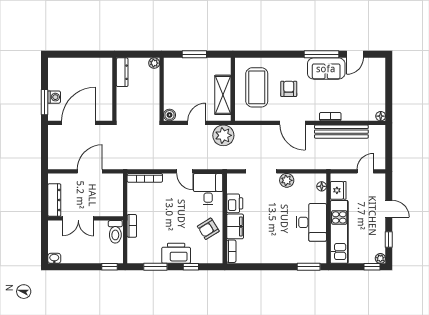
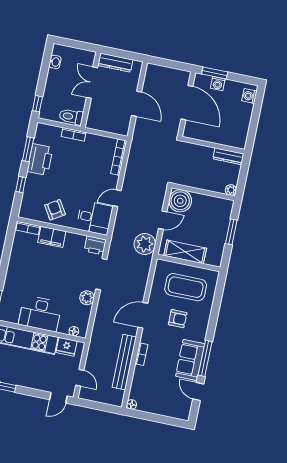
washing machine: (60, 64) -> (249, 96), added
boiler: (169, 115) -> (180, 201), width x1.86, depth x1.86
door: (197, 123) -> (163, 220), hinge flipped
printer: (235, 203) -> (95, 245), moved
door: (389, 209) -> (58, 398), moved
printer: (176, 253) -> (40, 160), moved
washbasin: (54, 258) -> (55, 62), moved

